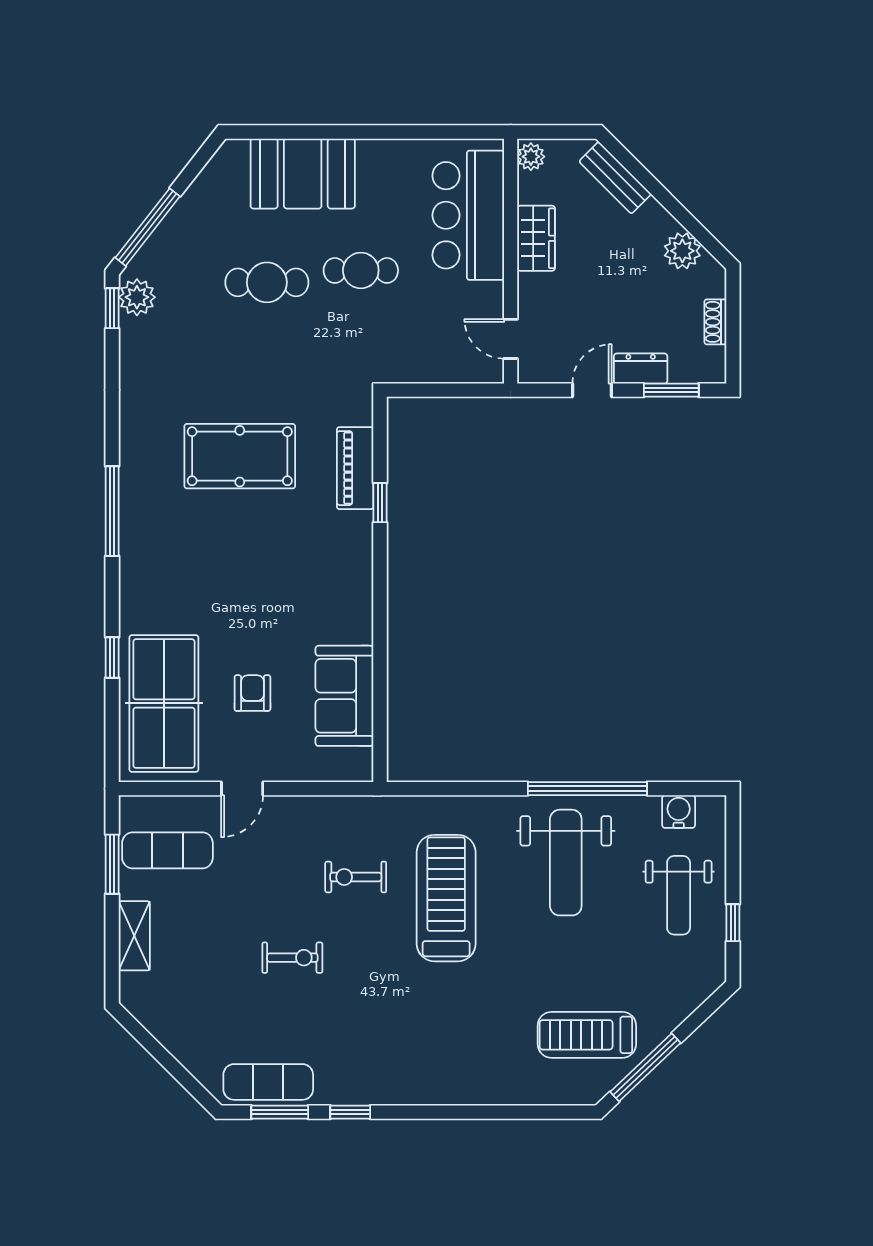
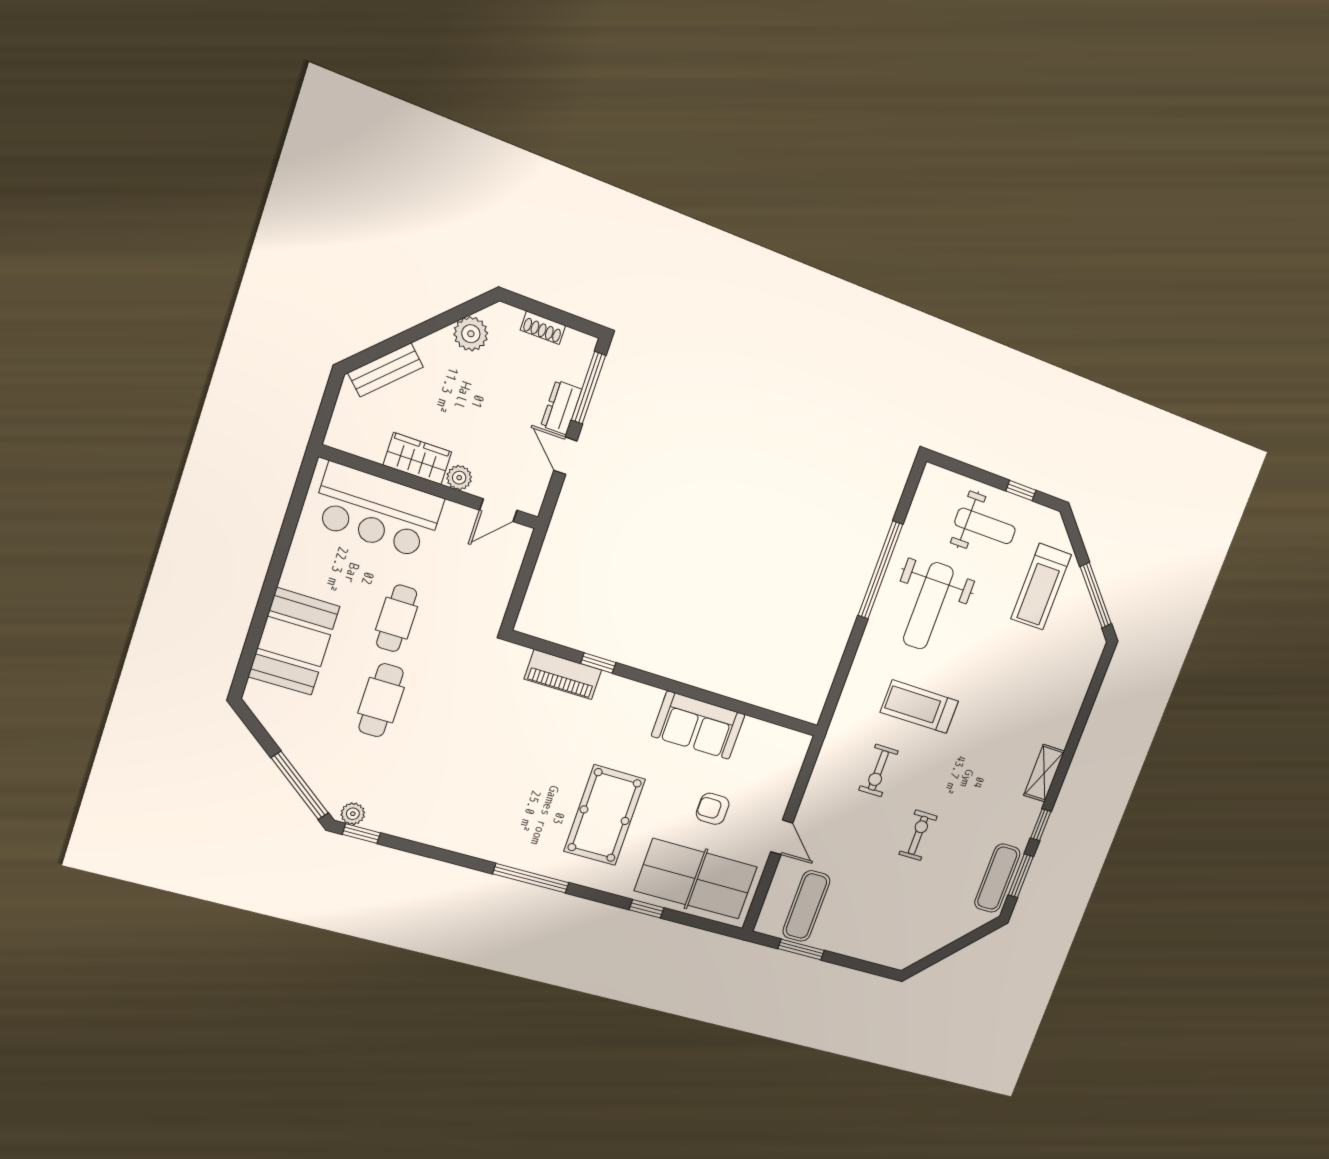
plant: (531, 157) -> (459, 478), moved
plant: (137, 297) -> (353, 814), width x0.73, depth x0.73
window: (671, 390) -> (589, 388), width x1.44
pool table: (240, 456) -> (605, 815), moved
sofa: (344, 696) -> (698, 725), moved
water cooler: (679, 812) -> (924, 504), removed
weight bench: (566, 863) -> (928, 606), turned 90
treadmill: (446, 898) -> (919, 707), width x0.73, depth x0.73
shelving: (134, 936) -> (1044, 773), moved, turned 90
treadmill: (587, 1035) -> (1041, 587), moved

